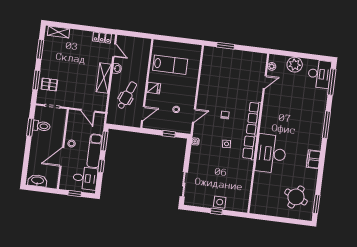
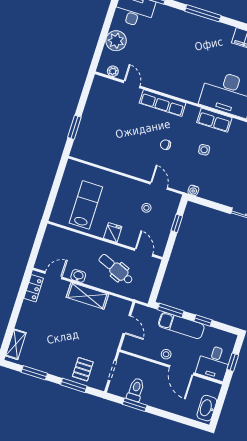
door: (88, 111) -> (127, 325), hinge flipped
row of seats: (254, 118) -> (163, 103), moved
desk: (85, 178) -> (214, 363), moved, turned 180

